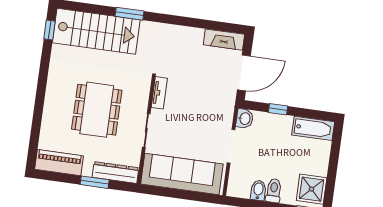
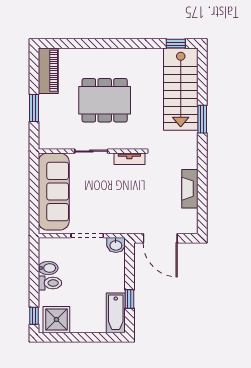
fireplace: (224, 40) -> (190, 189), moved
window: (278, 109) -> (129, 299), moved
dresser: (115, 172) -> (46, 127), removed

